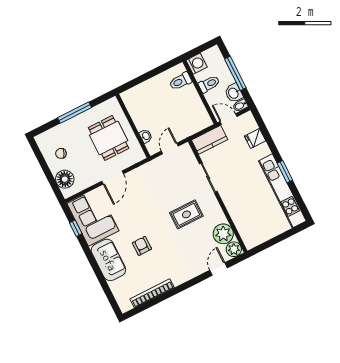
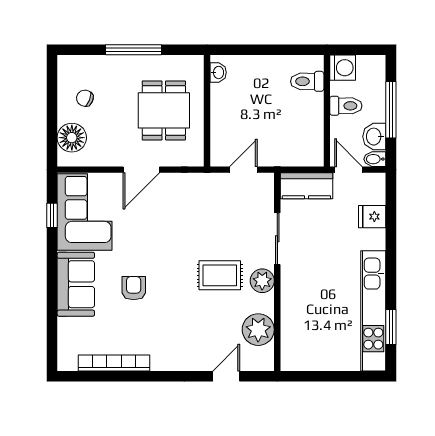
washbasin: (146, 136) -> (218, 72), moved
window: (285, 172) -> (391, 327), moved
plant: (234, 249) -> (262, 281), moved

